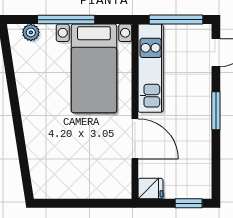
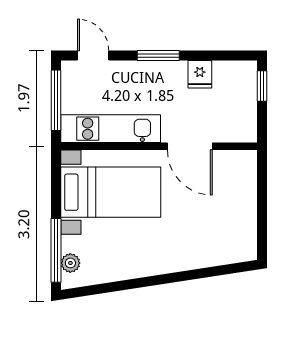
window: (66, 20) -> (56, 250), moved
door: (135, 139) -> (190, 146), swing flipped
fridge: (151, 188) -> (200, 74), moved, turned 180

